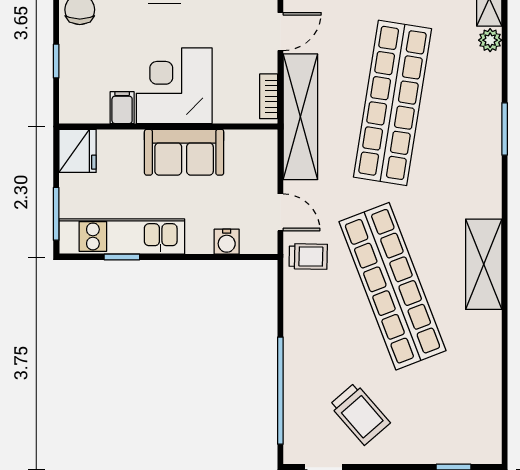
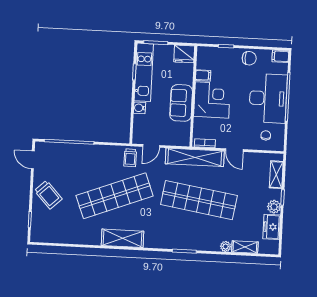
water cooler: (227, 242) -> (140, 108), moved
trolley: (360, 414) -> (48, 195), moved, turned -92

